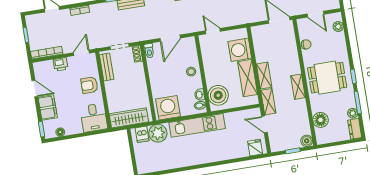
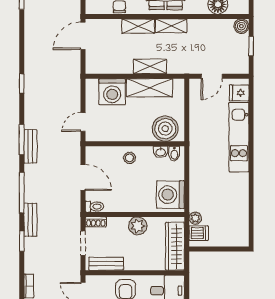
plant: (140, 87) -> (138, 226), added
shelving: (268, 102) -> (138, 26), moved
kitchen unit: (197, 125) -> (239, 137), moved, turned 180
plant: (158, 133) -> (195, 218), width x0.53, depth x0.53

